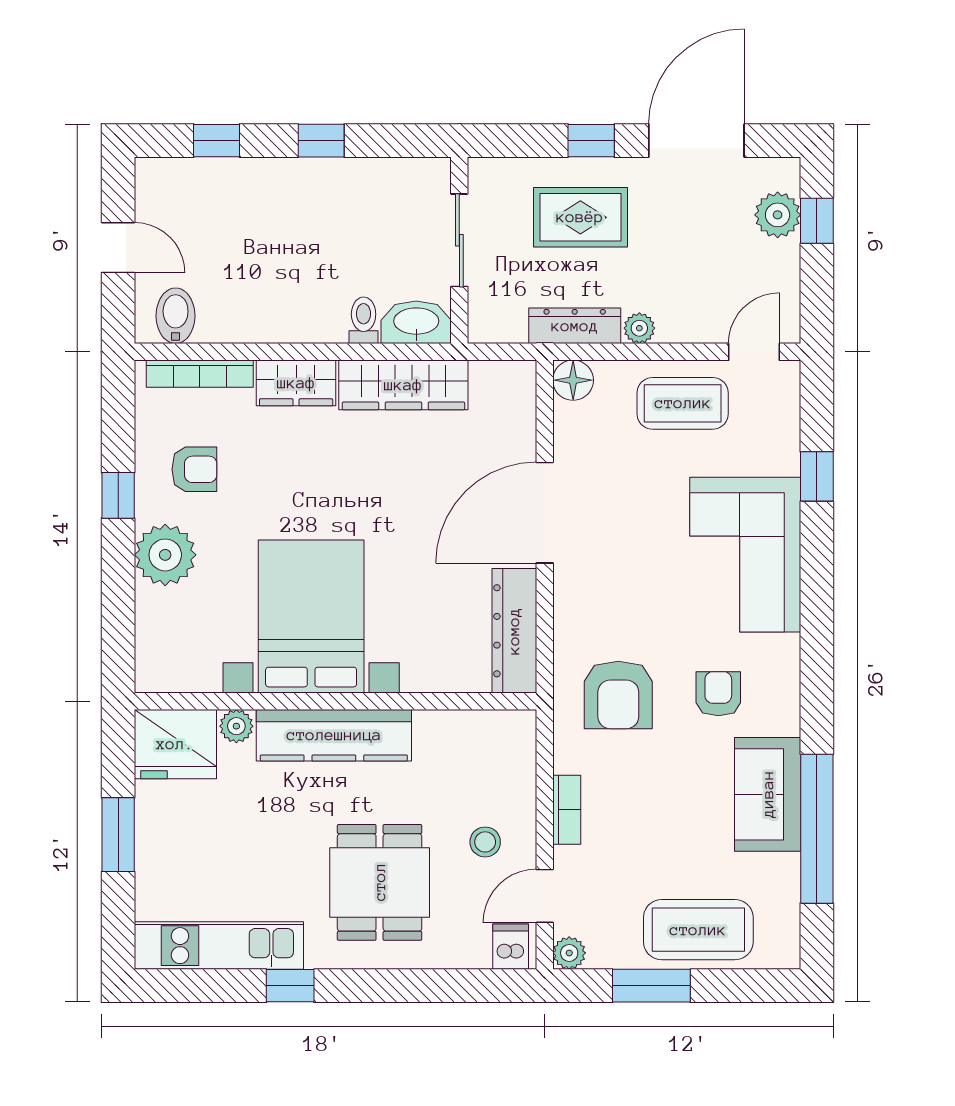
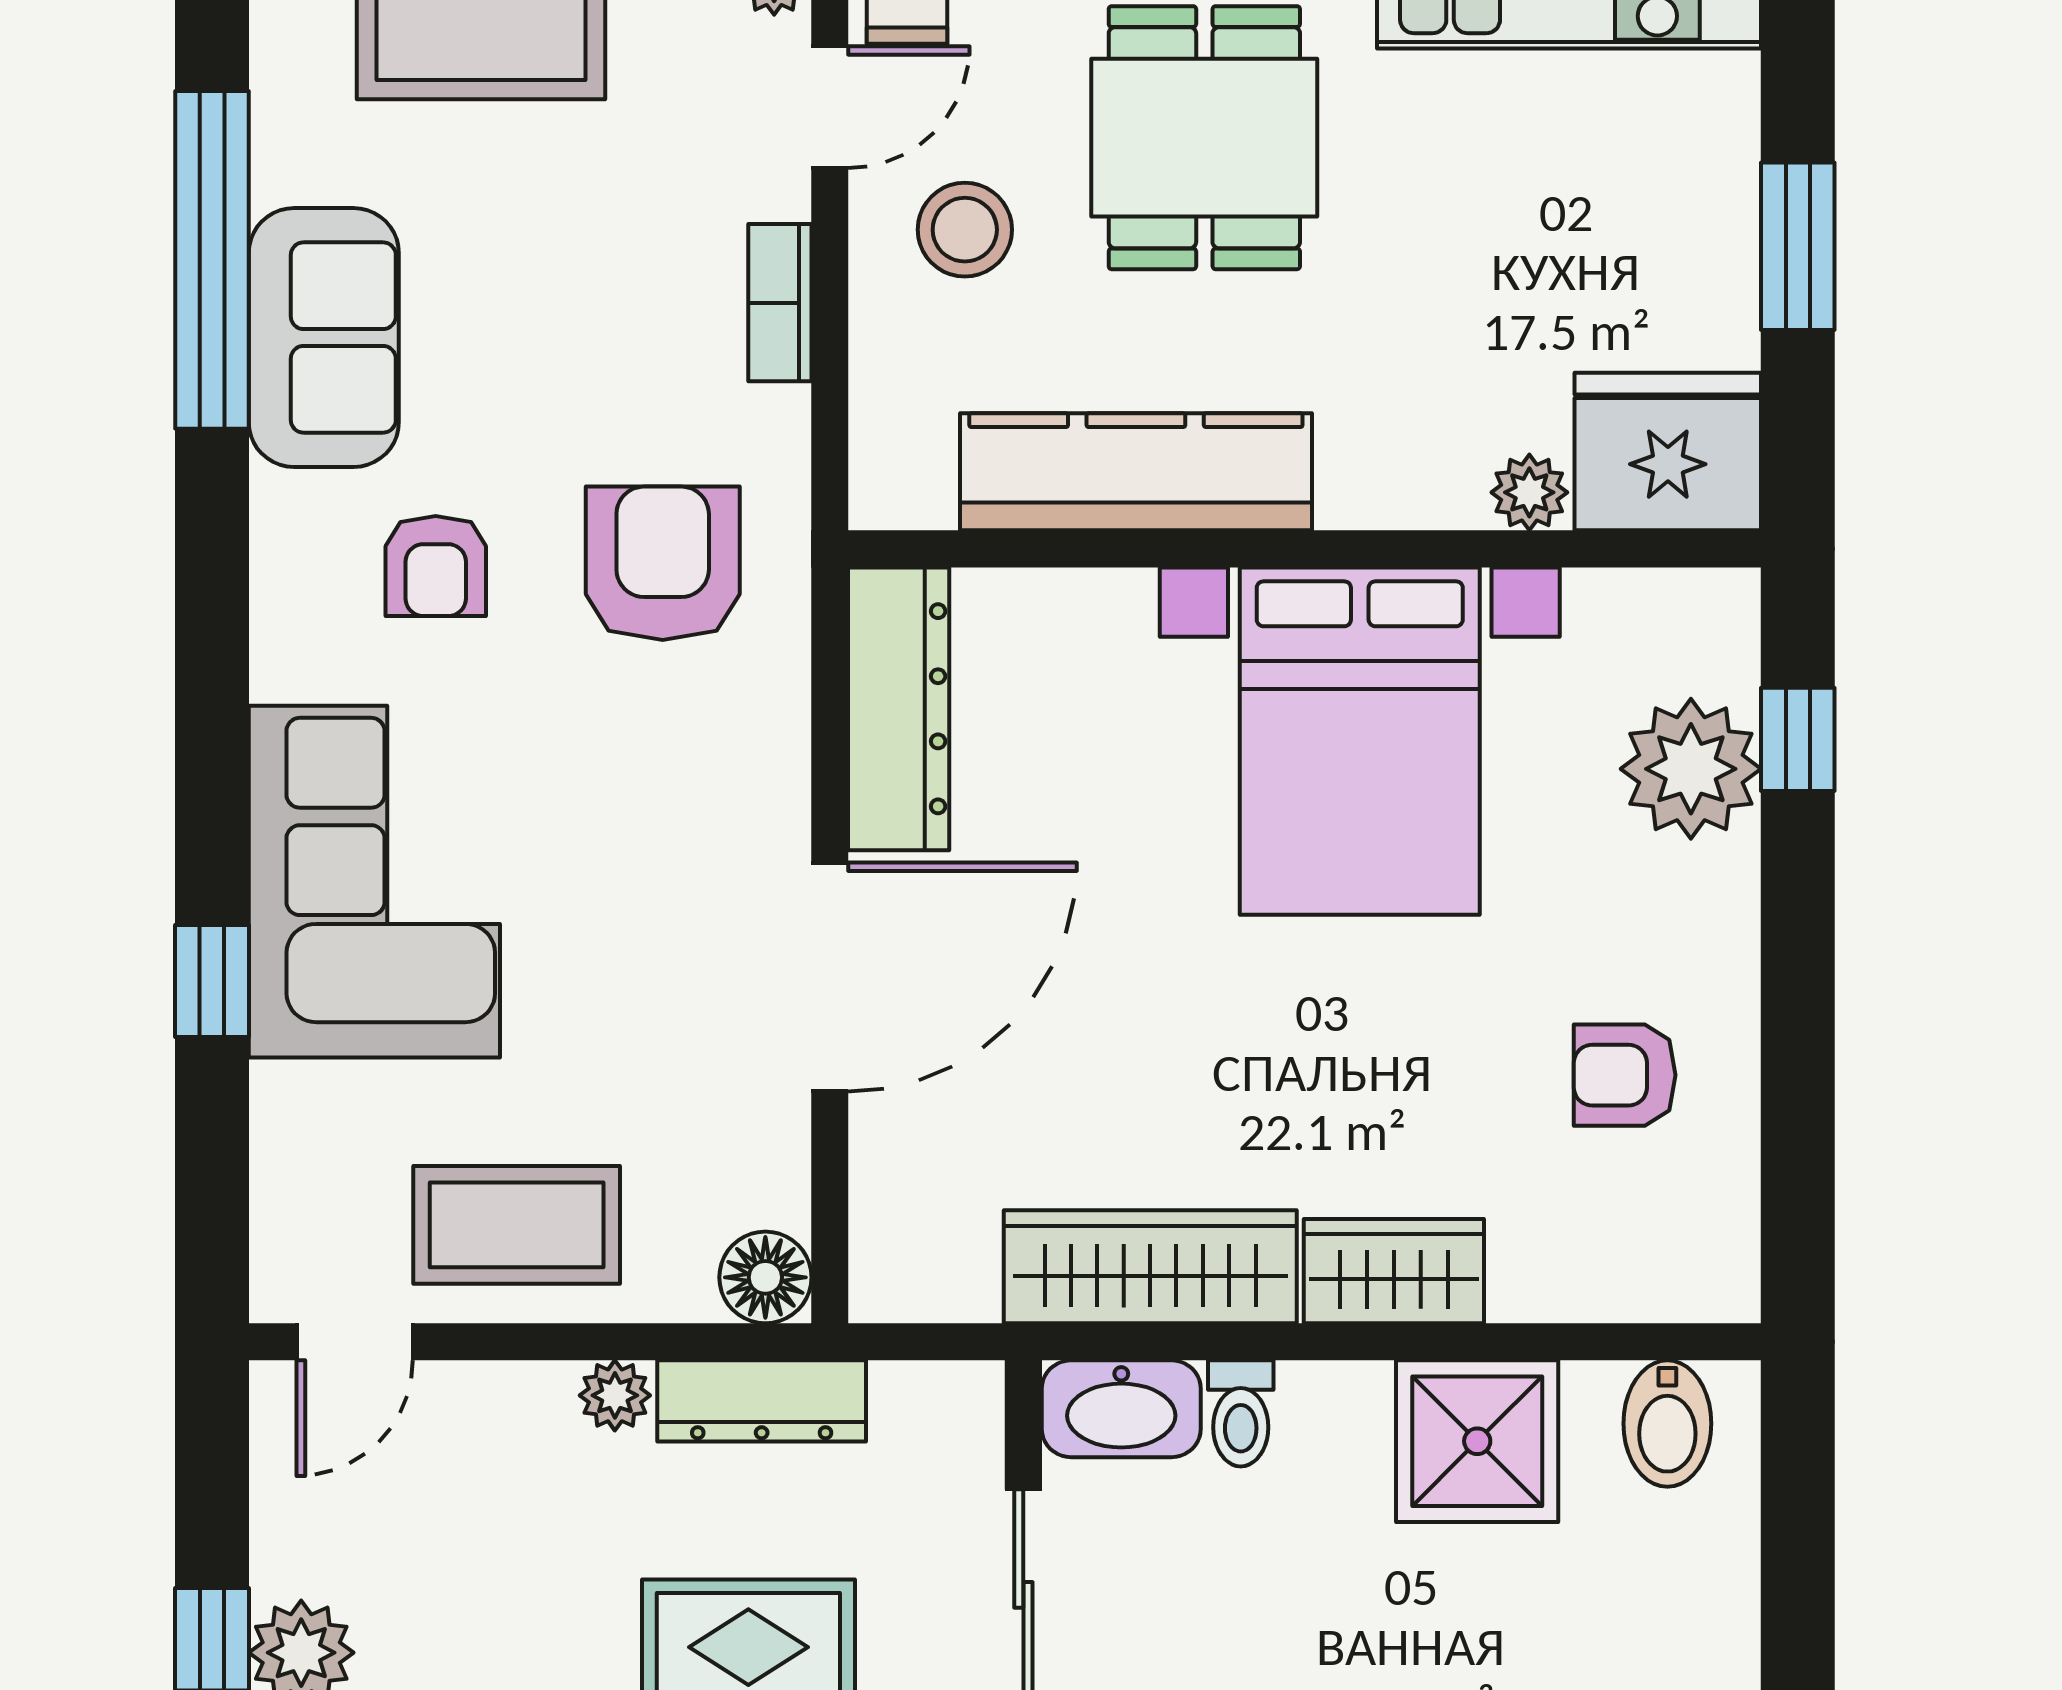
door: (118, 248) -> (1798, 1578), removed
shower: (259, 308) -> (1477, 1441), added
bookcase: (200, 374) -> (1612, 1292), removed
window: (817, 476) -> (212, 981), moved
window: (118, 495) -> (1798, 739), moved
plant: (165, 555) -> (1691, 769), moved
kitchen counter: (334, 735) -> (1136, 472), moved
stool: (485, 842) -> (965, 230), width x1.37, depth x1.37

